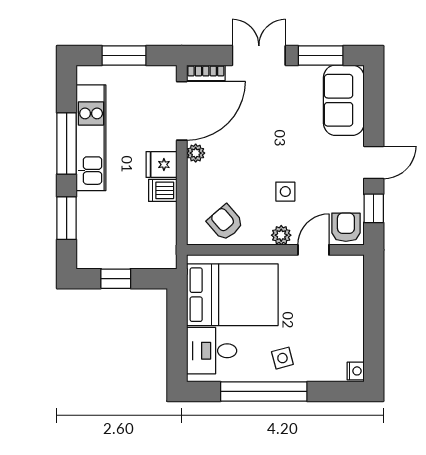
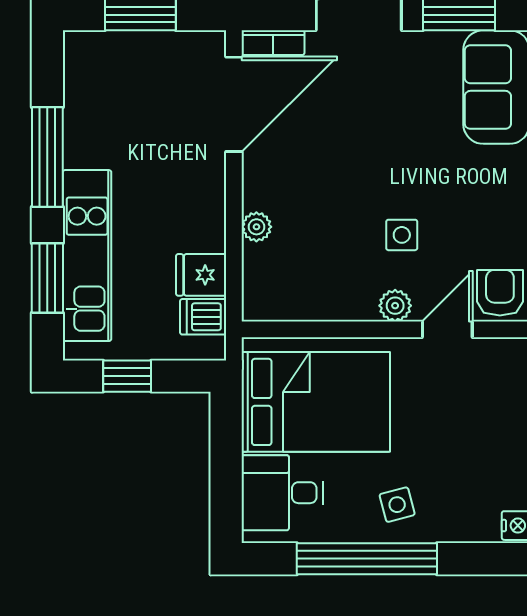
kitchen unit: (91, 138) -> (87, 256), moved
plant: (196, 153) -> (256, 227), moved
fridge: (161, 165) -> (201, 275), moved
dishwasher: (163, 190) -> (203, 317), moved
armchair: (225, 223) -> (304, 285), removed

